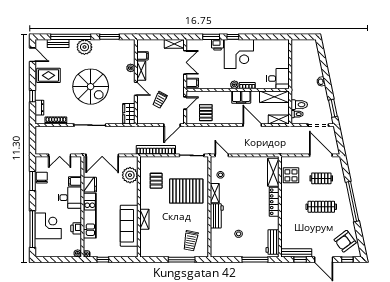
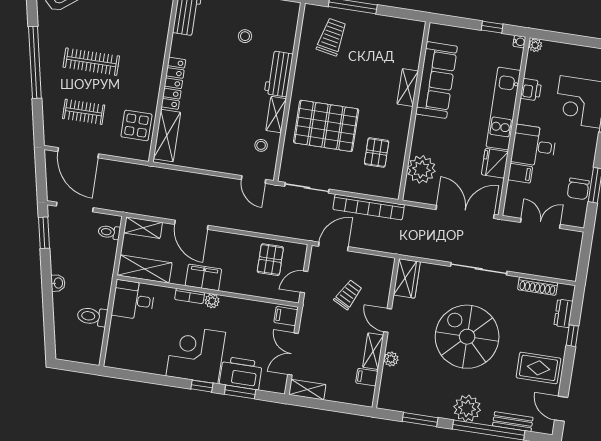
printer: (218, 45) -> (241, 373), width x1.87, depth x1.48
toilet: (299, 105) -> (92, 316), moved

